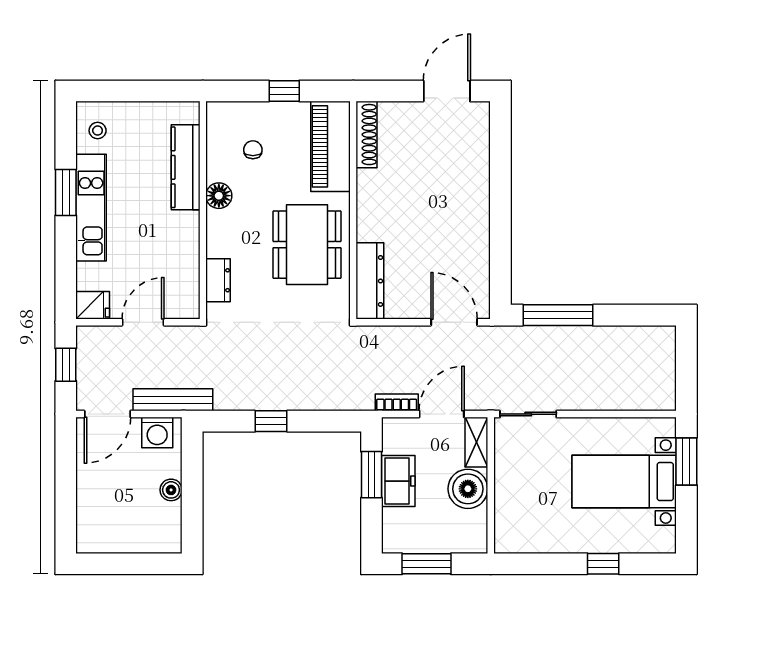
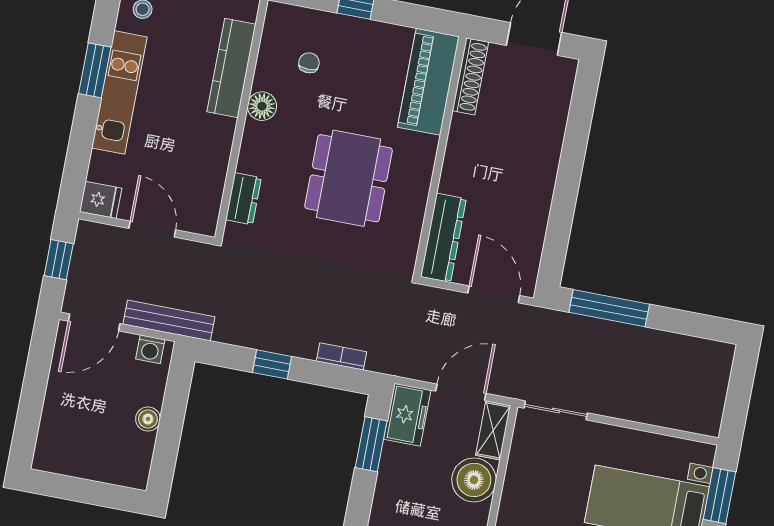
shoe rack: (367, 135) -> (470, 76), moved
piano: (330, 146) -> (428, 82), moved
wall: (353, 210) -> (440, 157), moved
dresser: (370, 281) -> (443, 238), moved
door: (143, 322) -> (152, 229), hinge flipped
bookcase: (397, 402) -> (341, 356), moved
washing machine: (157, 432) -> (150, 349), width x0.73, depth x0.73
freezer: (398, 481) -> (407, 415), moved

